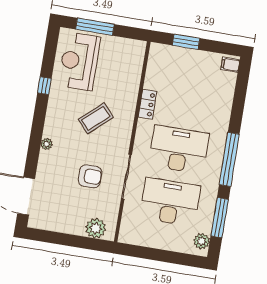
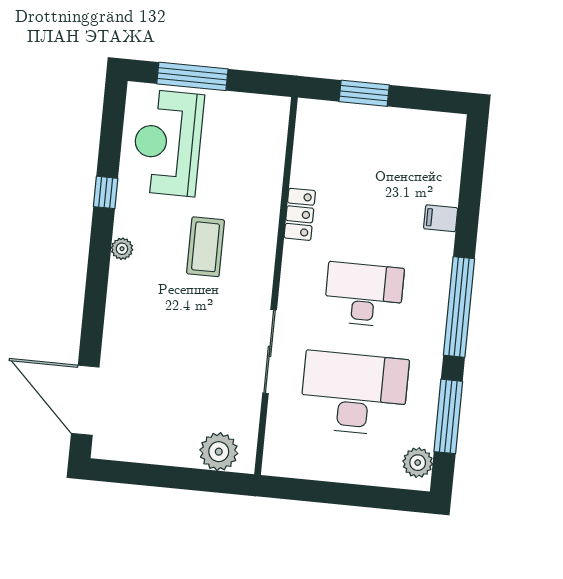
filing cabinet: (230, 65) -> (441, 218), moved
coffee table: (96, 118) -> (206, 247), turned -48
plant: (47, 144) -> (122, 249), moved
desk: (179, 149) -> (364, 295), width x0.73, depth x0.77
armchair: (90, 176) -> (202, 356), removed

